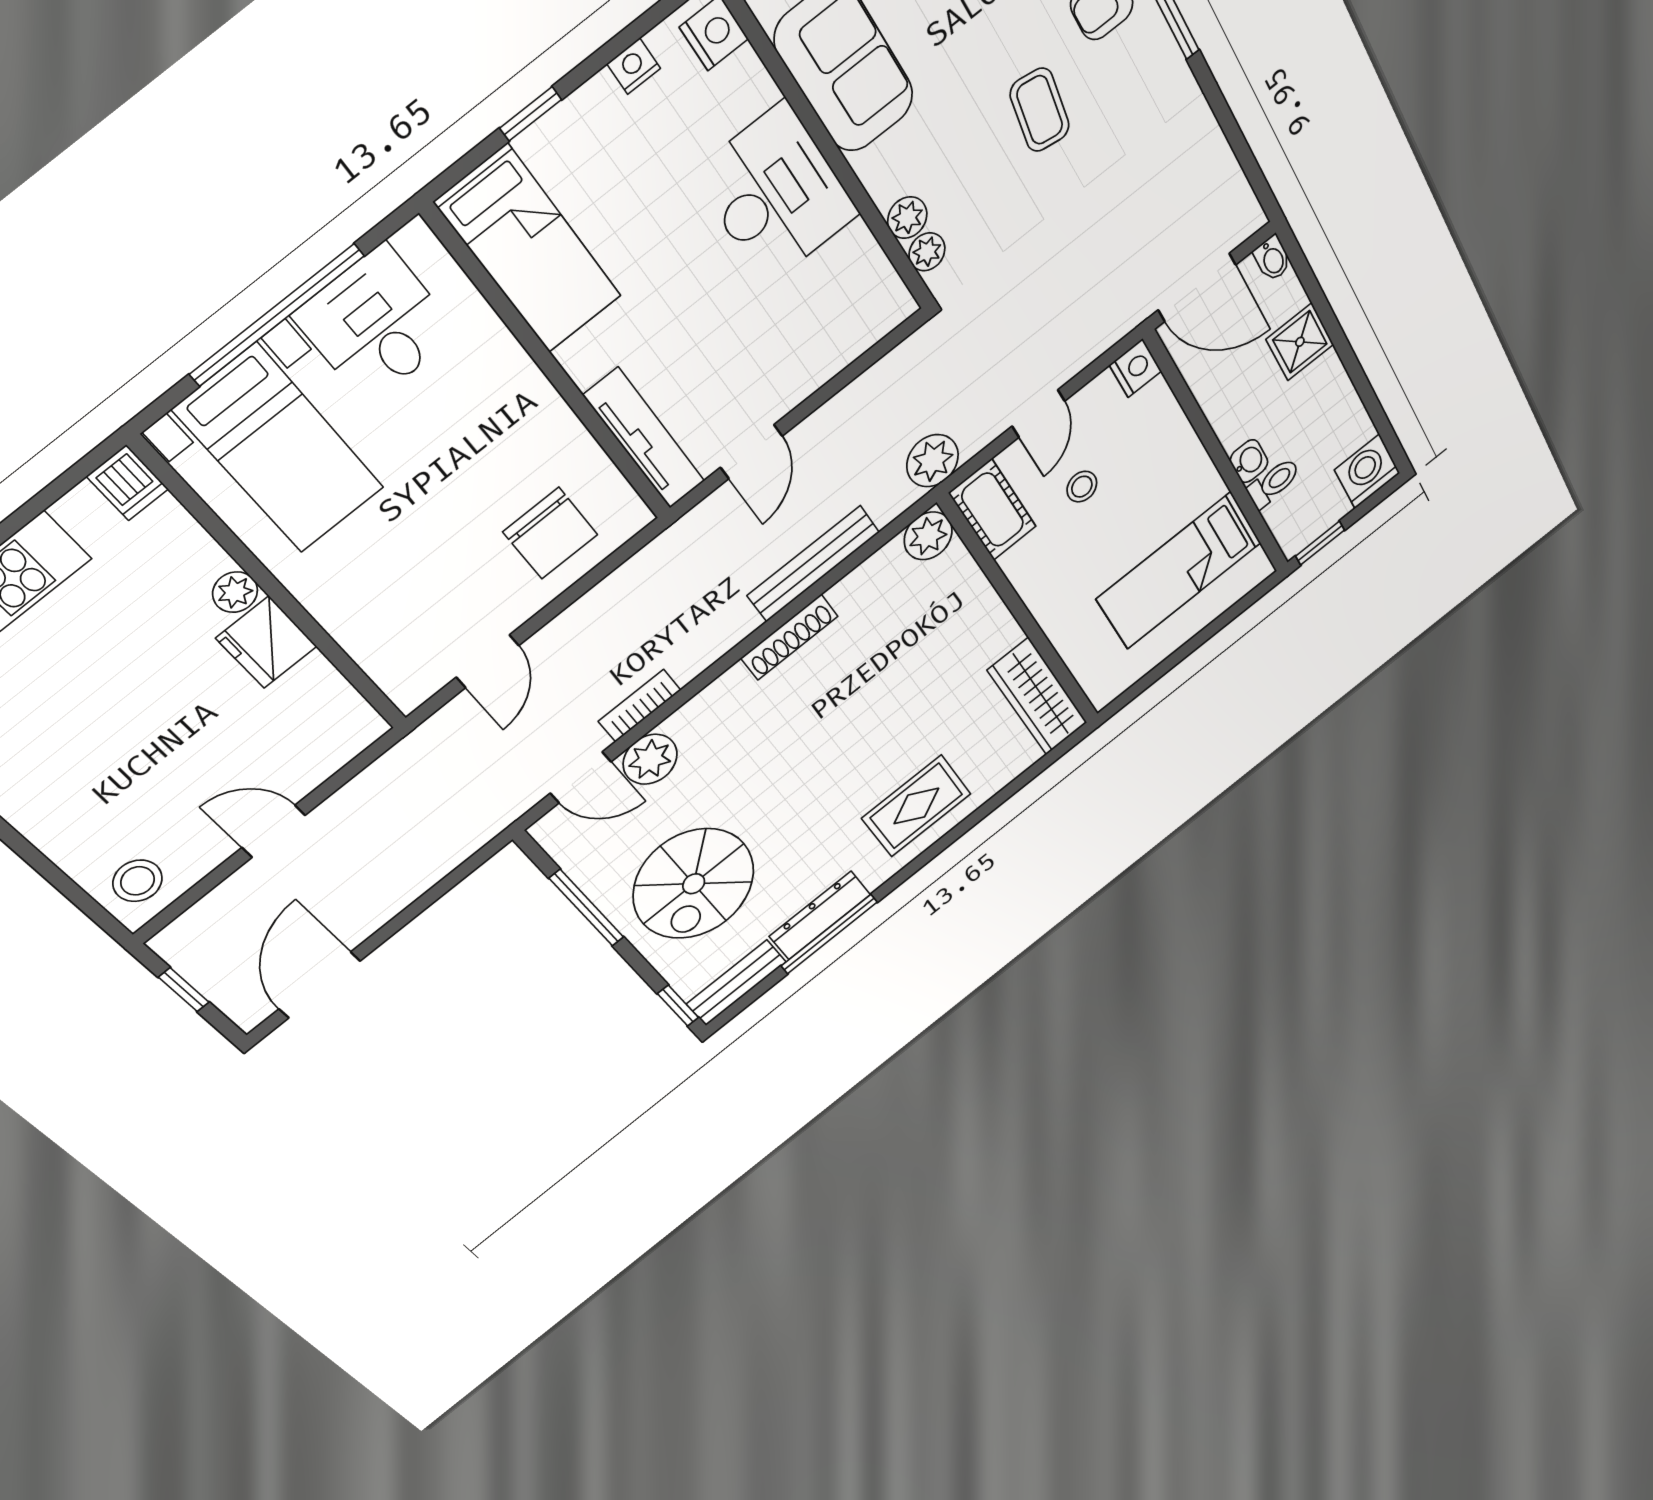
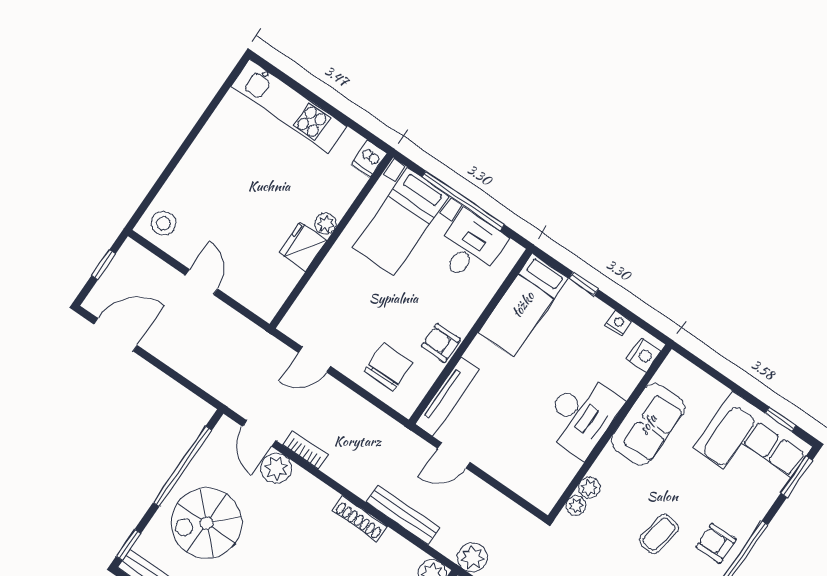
armchair: (542, 427) -> (441, 343), added
chair: (550, 533) -> (388, 367), turned 180
window: (587, 908) -> (183, 466), width x1.46

